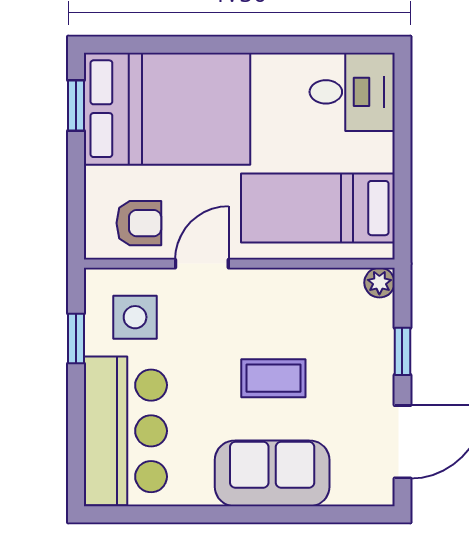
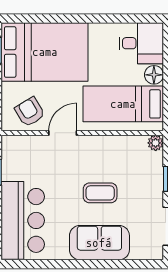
floor lamp: (377, 152) -> (154, 75), added
armchair: (139, 223) -> (30, 112), turned -121
side table: (135, 317) -> (28, 161), removed

